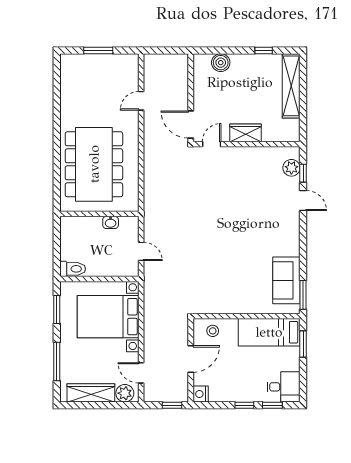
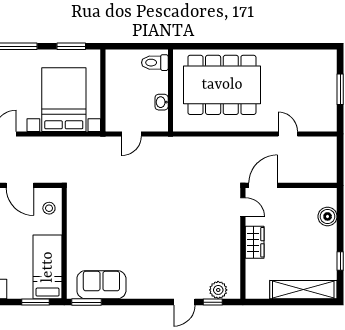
toilet: (73, 269) -> (155, 63), moved, turned 90

